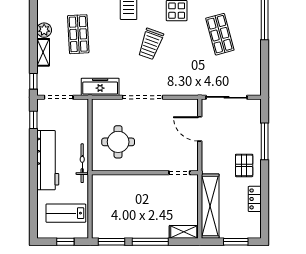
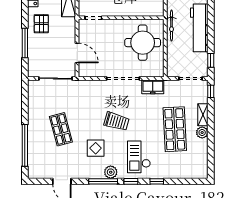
shop shelf: (78, 34) -> (175, 129), width x1.43, depth x1.36
trolley: (151, 44) -> (117, 121), turned 86
freezer: (100, 87) -> (153, 87), width x0.71
round table: (118, 142) -> (143, 43), width x1.36, depth x1.36

